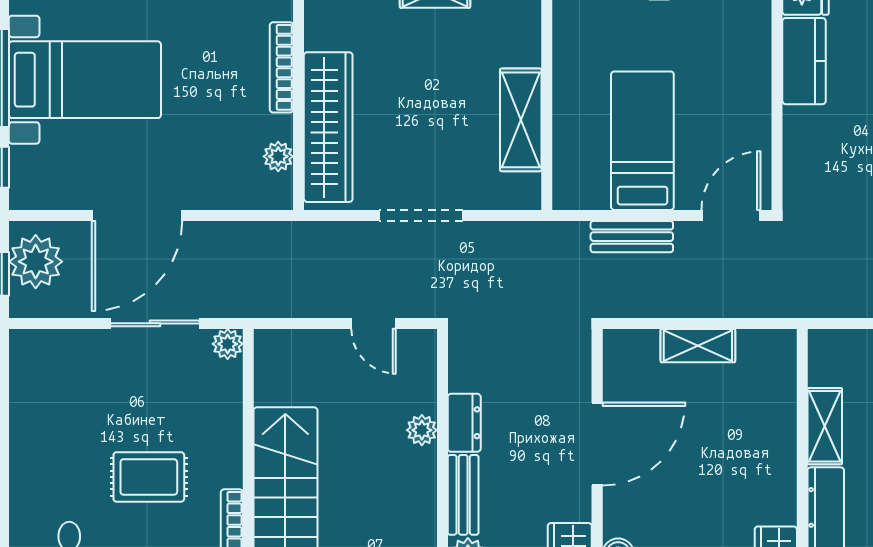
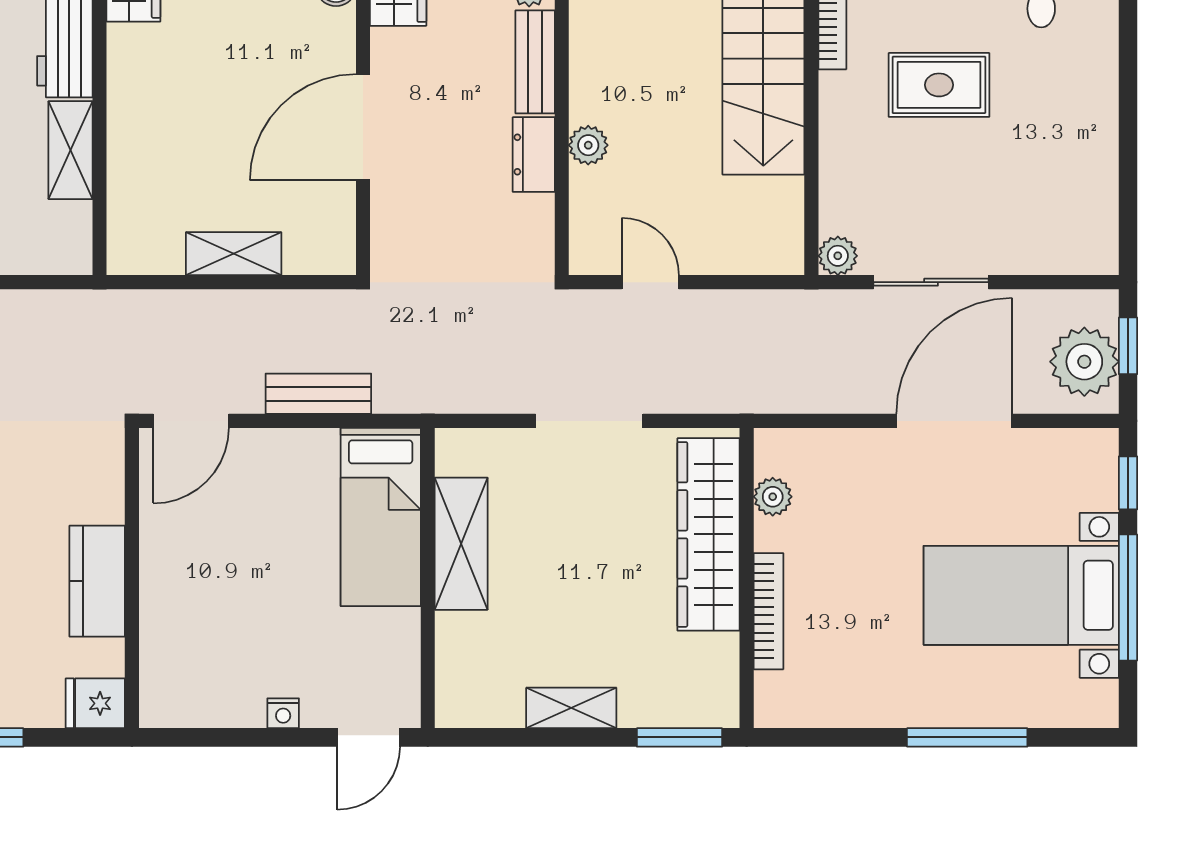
kitchen counter: (804, 61) -> (97, 581), moved
bed: (642, 141) -> (381, 517), moved

